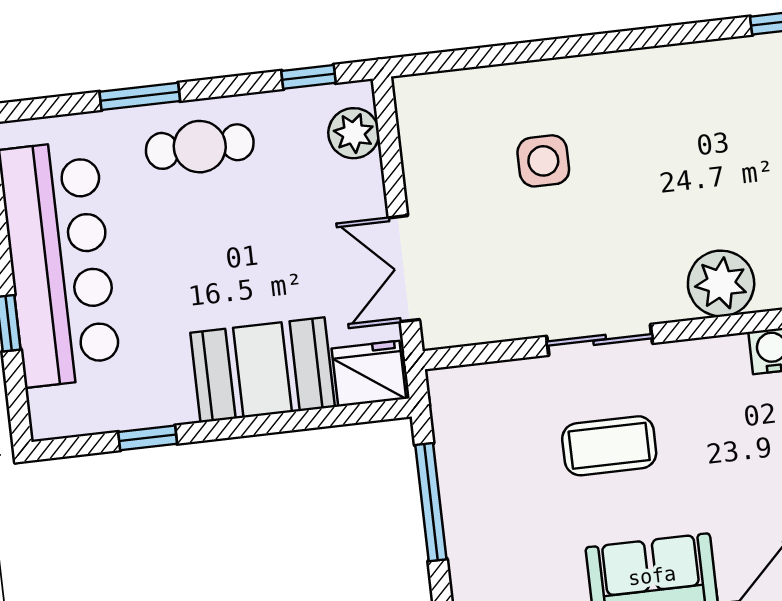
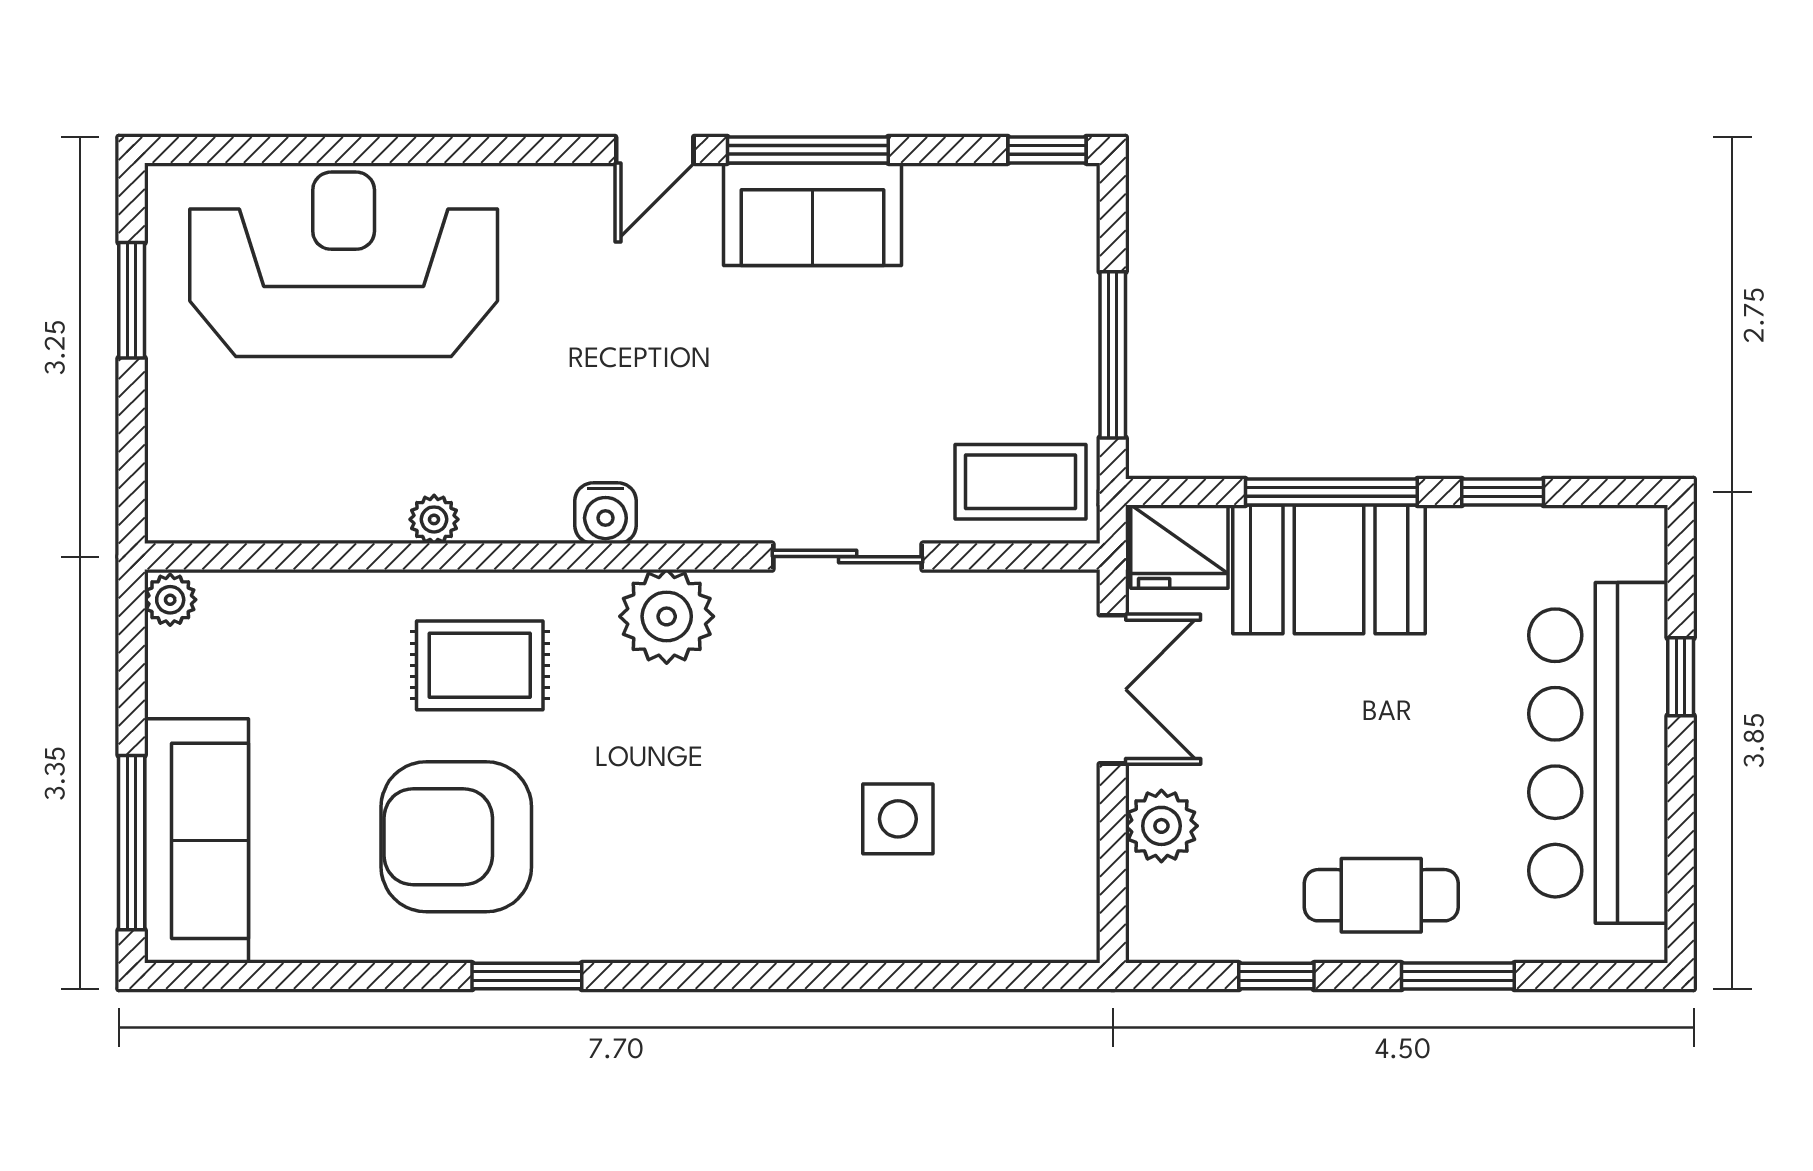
window: (309, 77) -> (1276, 976), moved
plant: (354, 133) -> (1161, 826), moved
window: (267, 424) -> (1331, 492), added
coffee table: (609, 446) -> (1021, 482), moved

